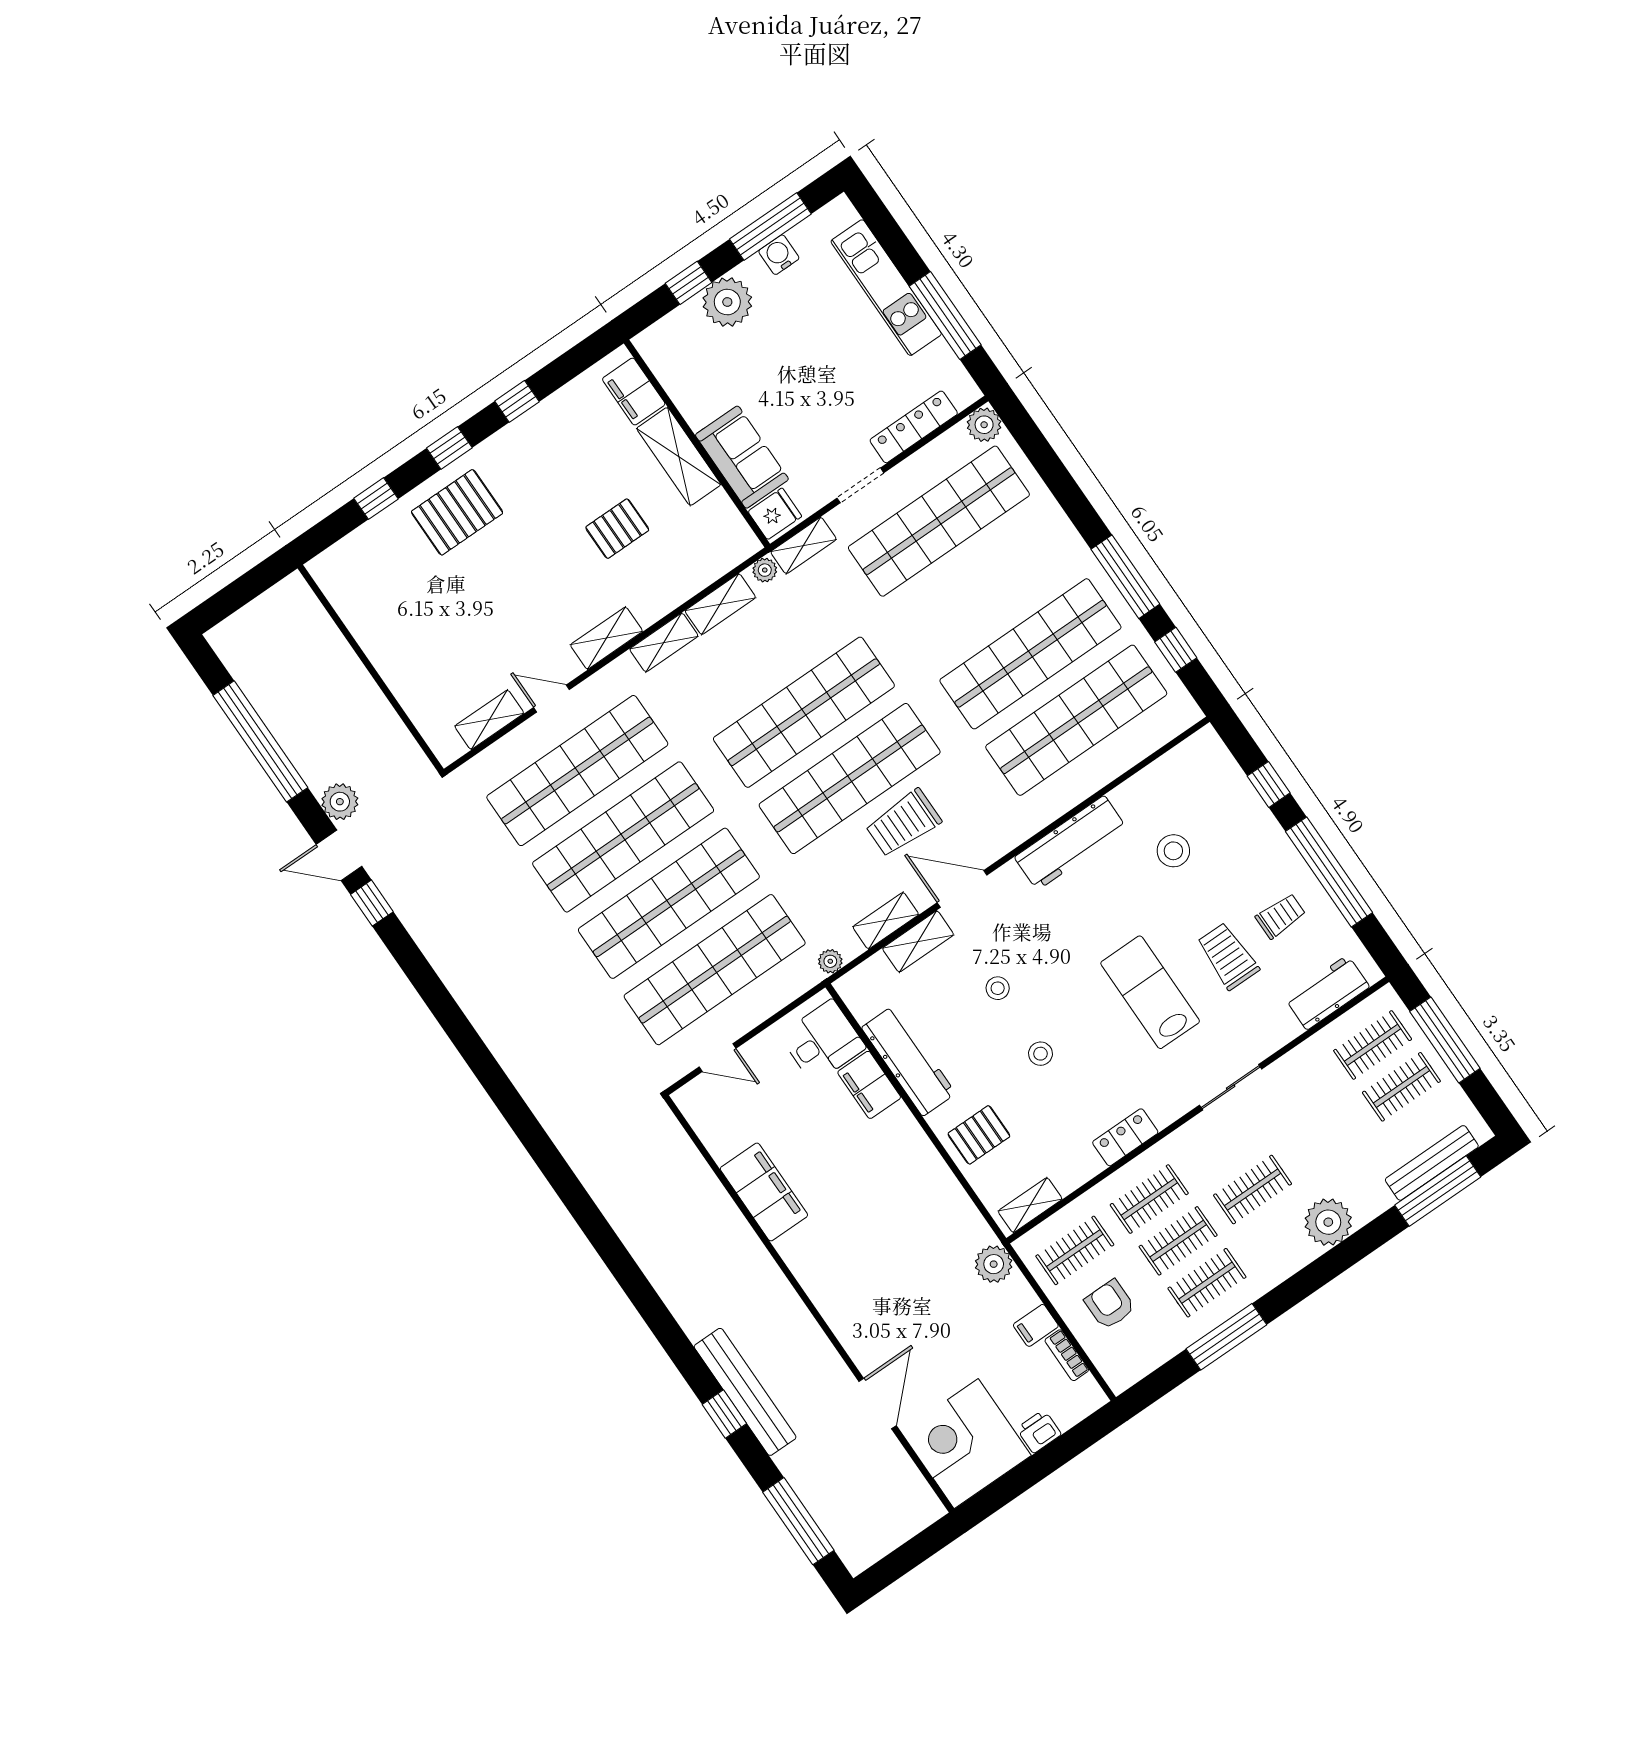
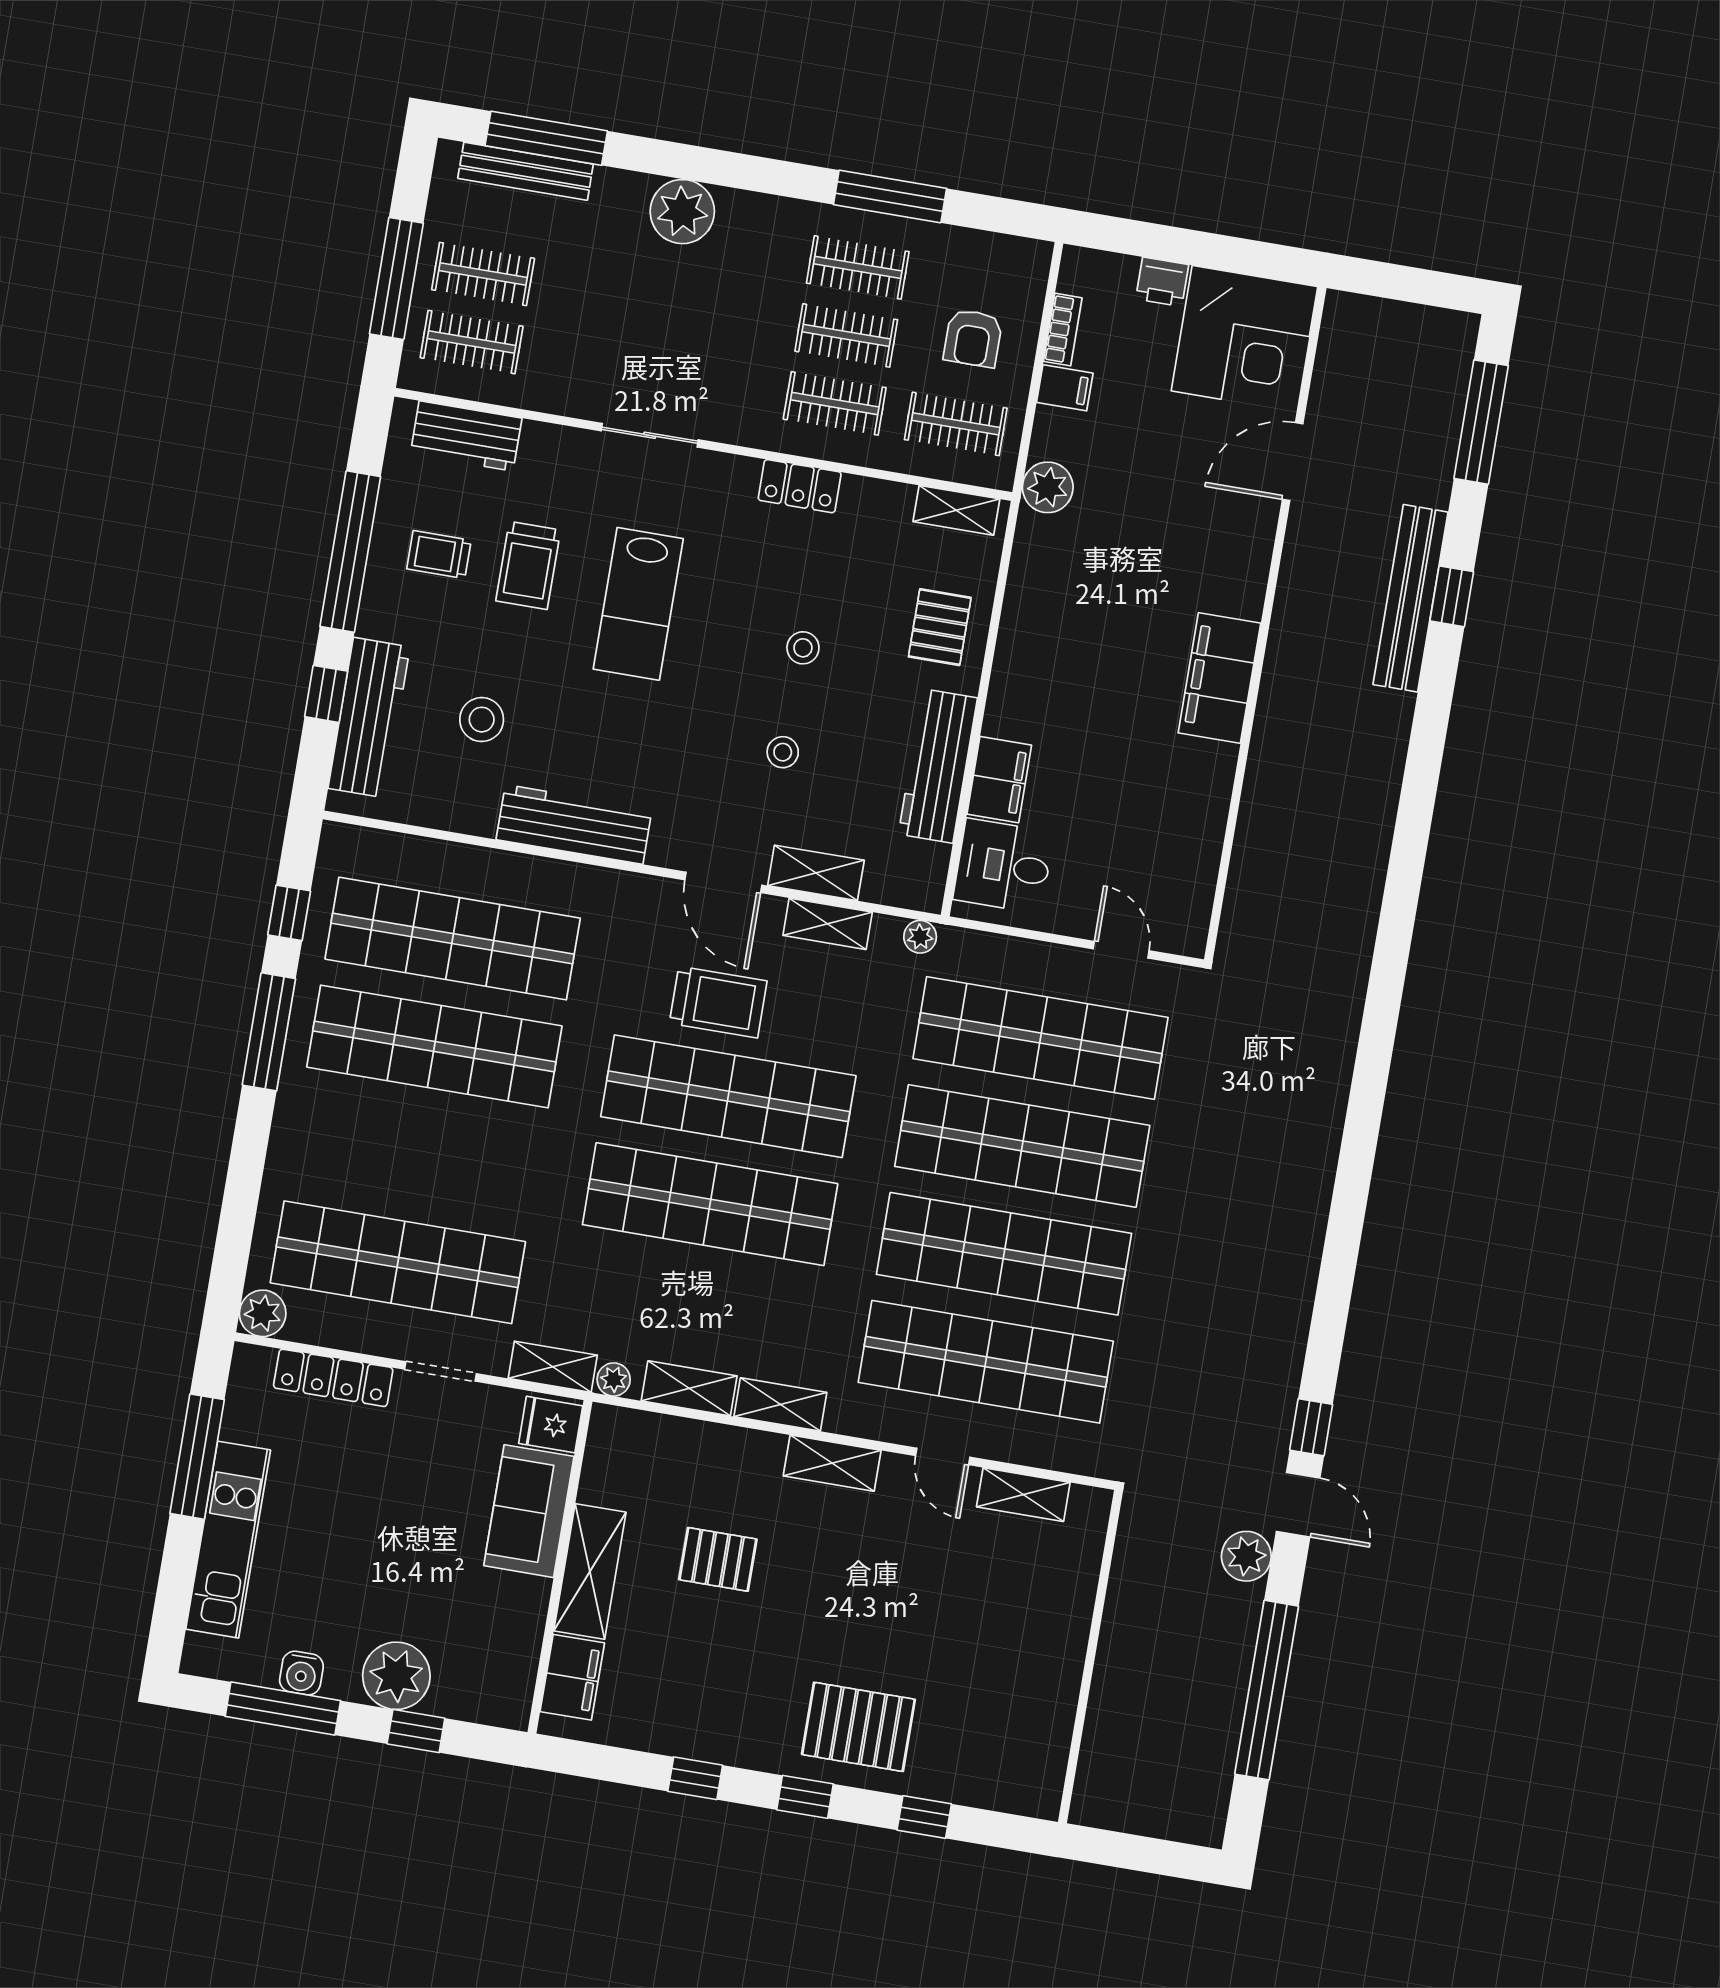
workbench: (1234, 794) -> (369, 718), added
pallet: (979, 1135) -> (940, 627), turned 90
clothes rail: (1253, 1190) -> (725, 315), removed
filing cabinet: (764, 1192) -> (1219, 678), moved

